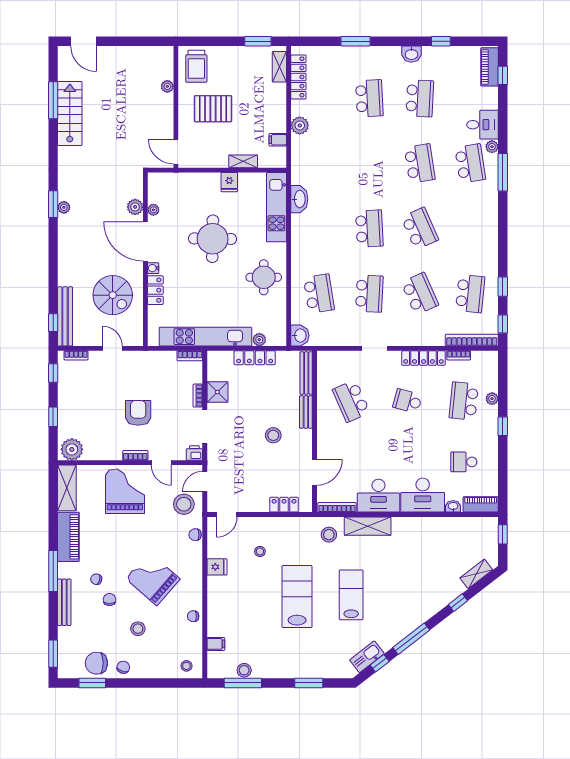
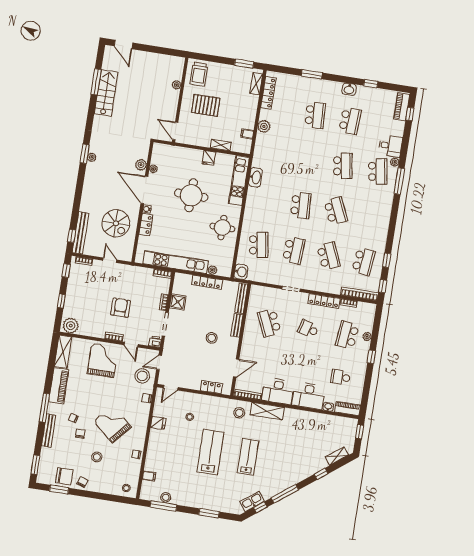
chair: (96, 663) -> (64, 476), turned 180

